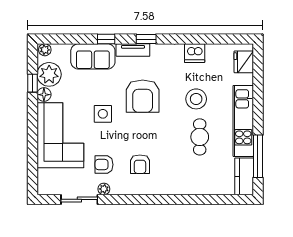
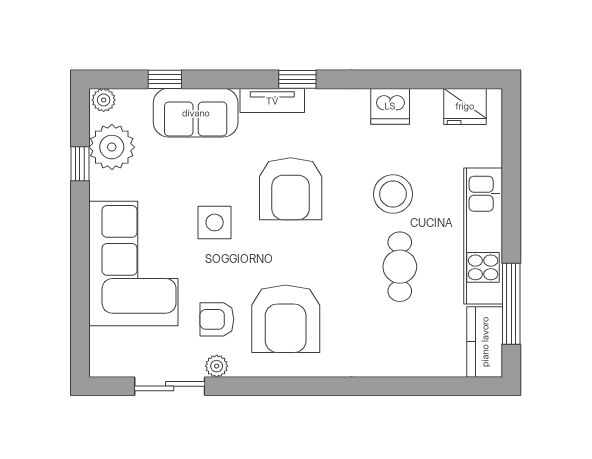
window: (106, 39) -> (165, 79), moved
fridge: (244, 62) -> (465, 106), moved, turned -90
floor lamp: (44, 95) -> (102, 186), removed
armchair: (140, 164) -> (286, 319), width x1.88, depth x1.88

